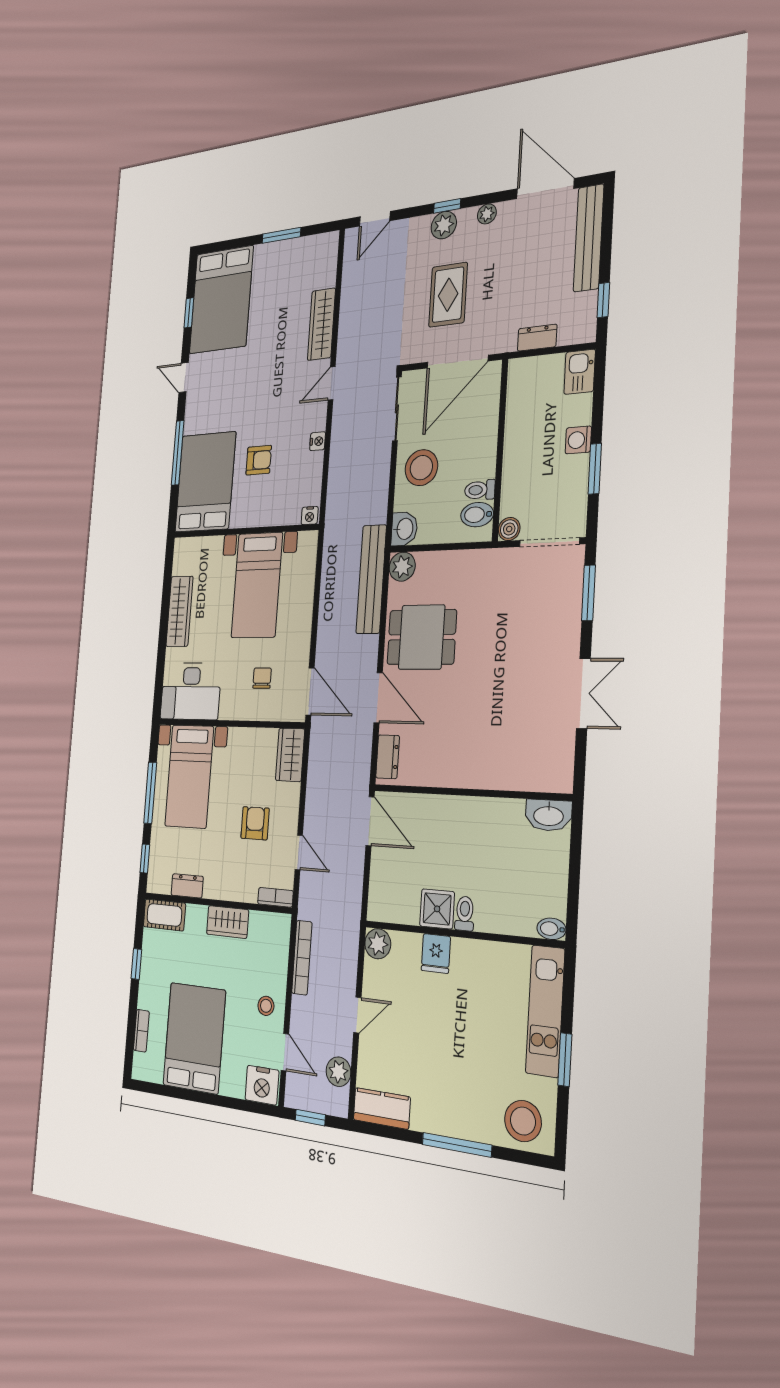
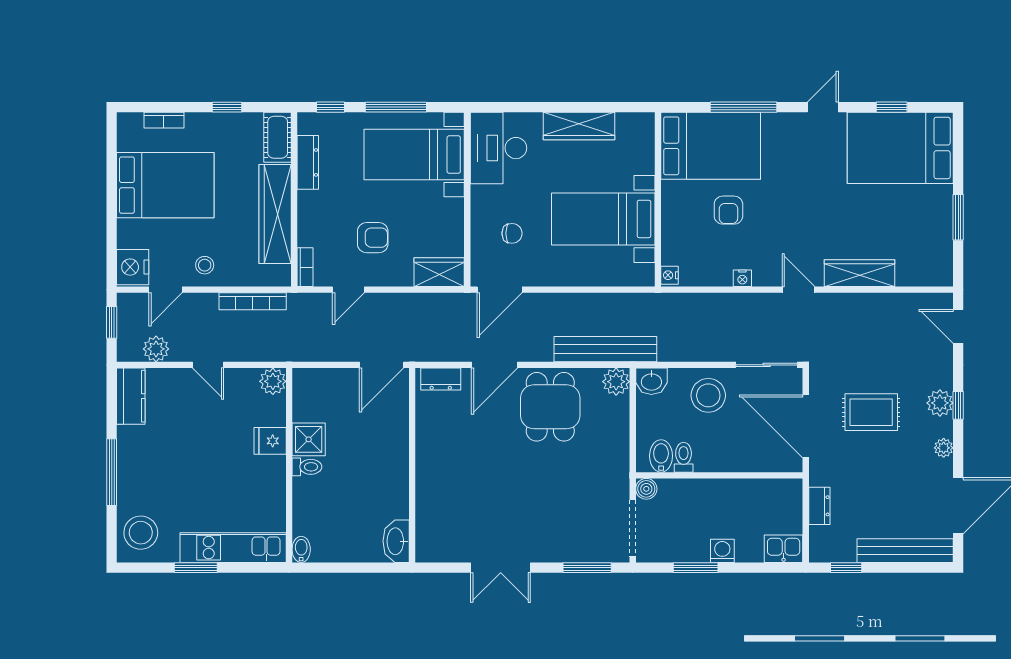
dresser: (187, 886) -> (308, 162), width x1.44
wardrobe: (227, 922) -> (275, 214), width x2.10, depth x1.17

